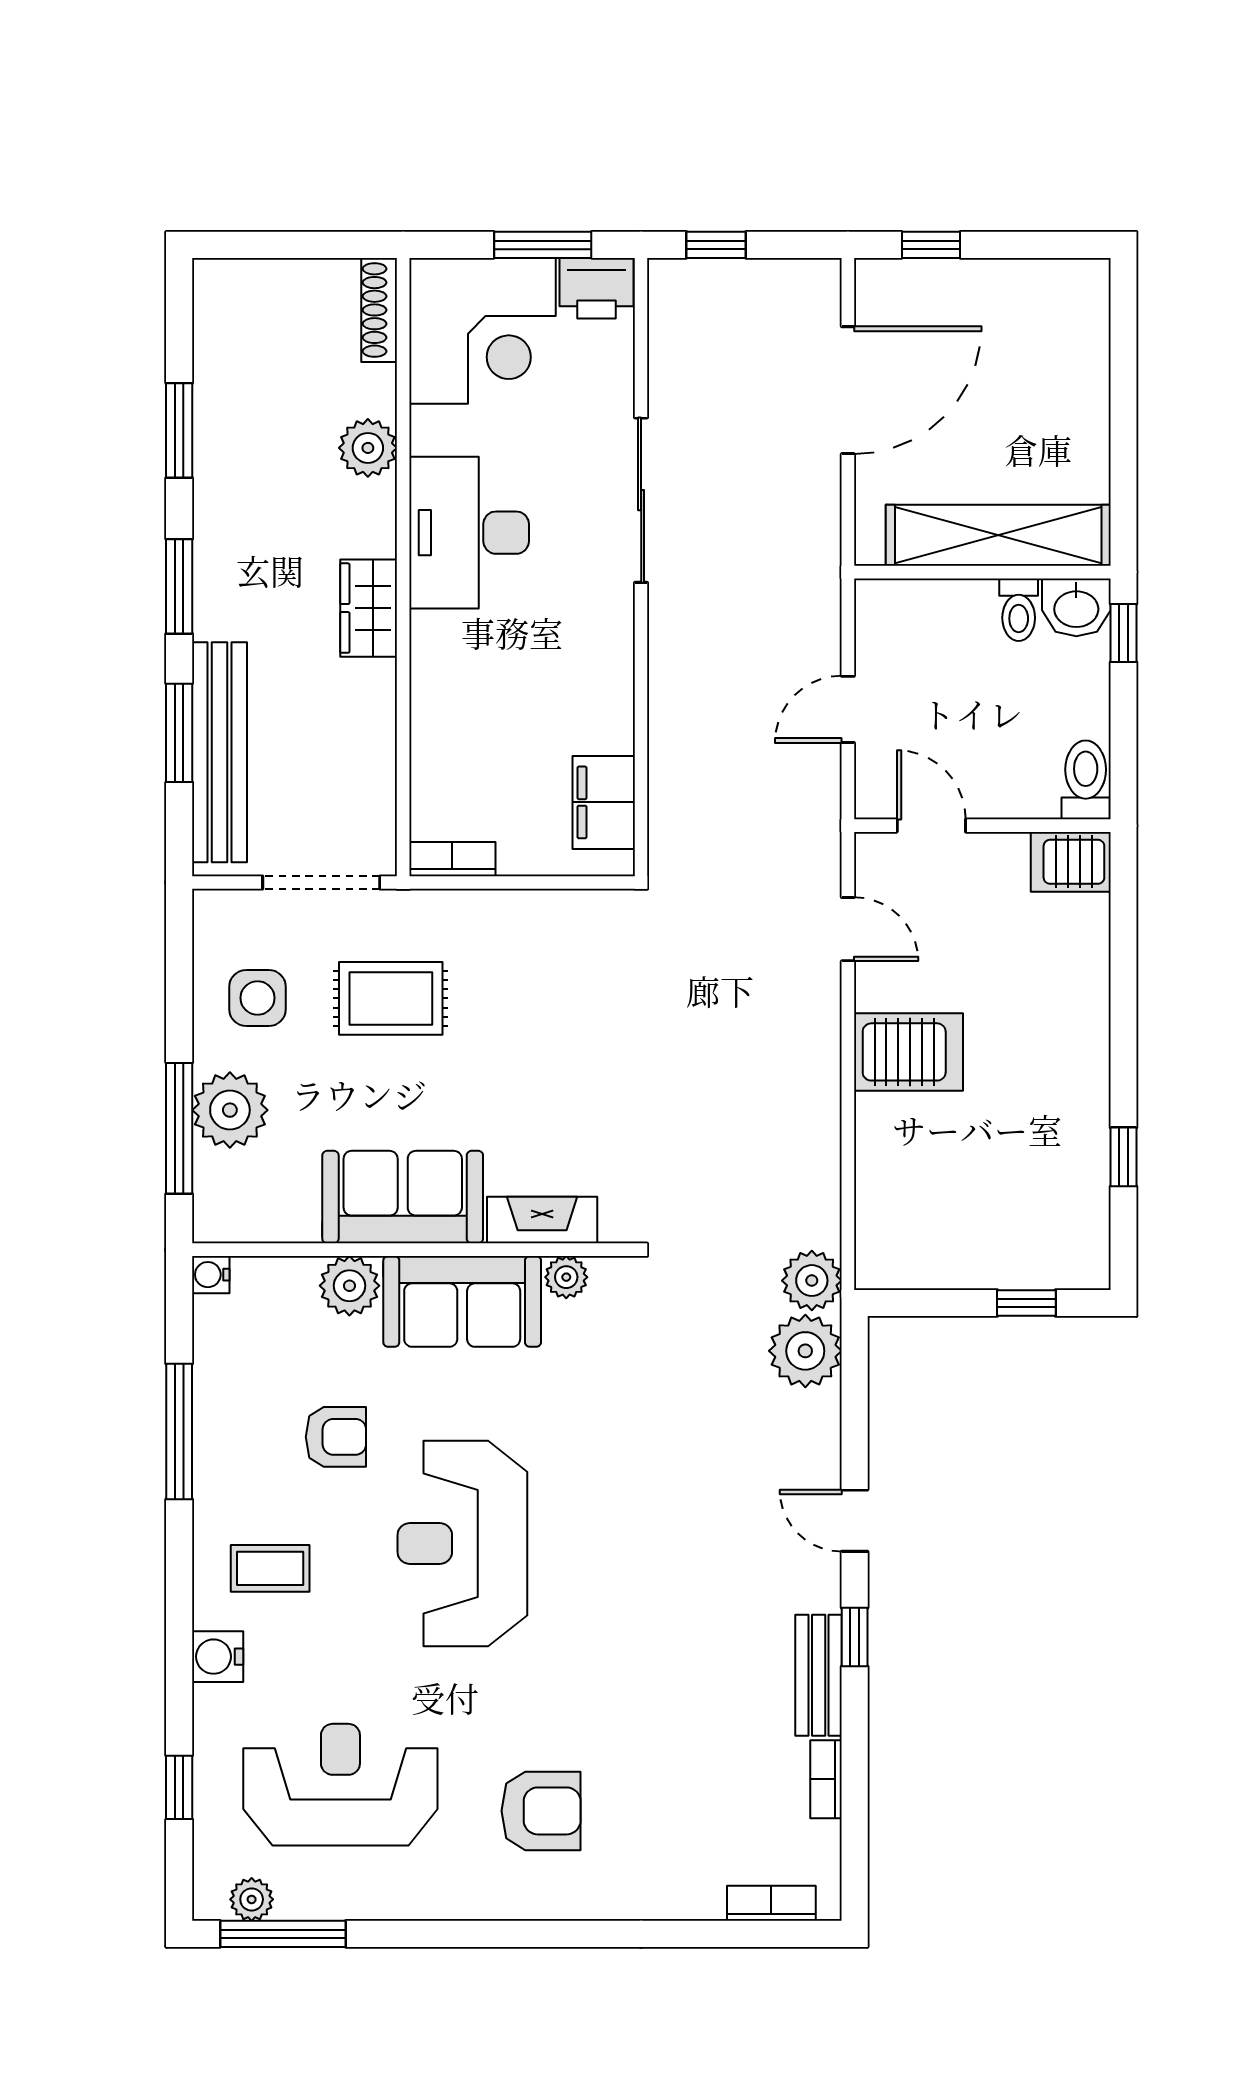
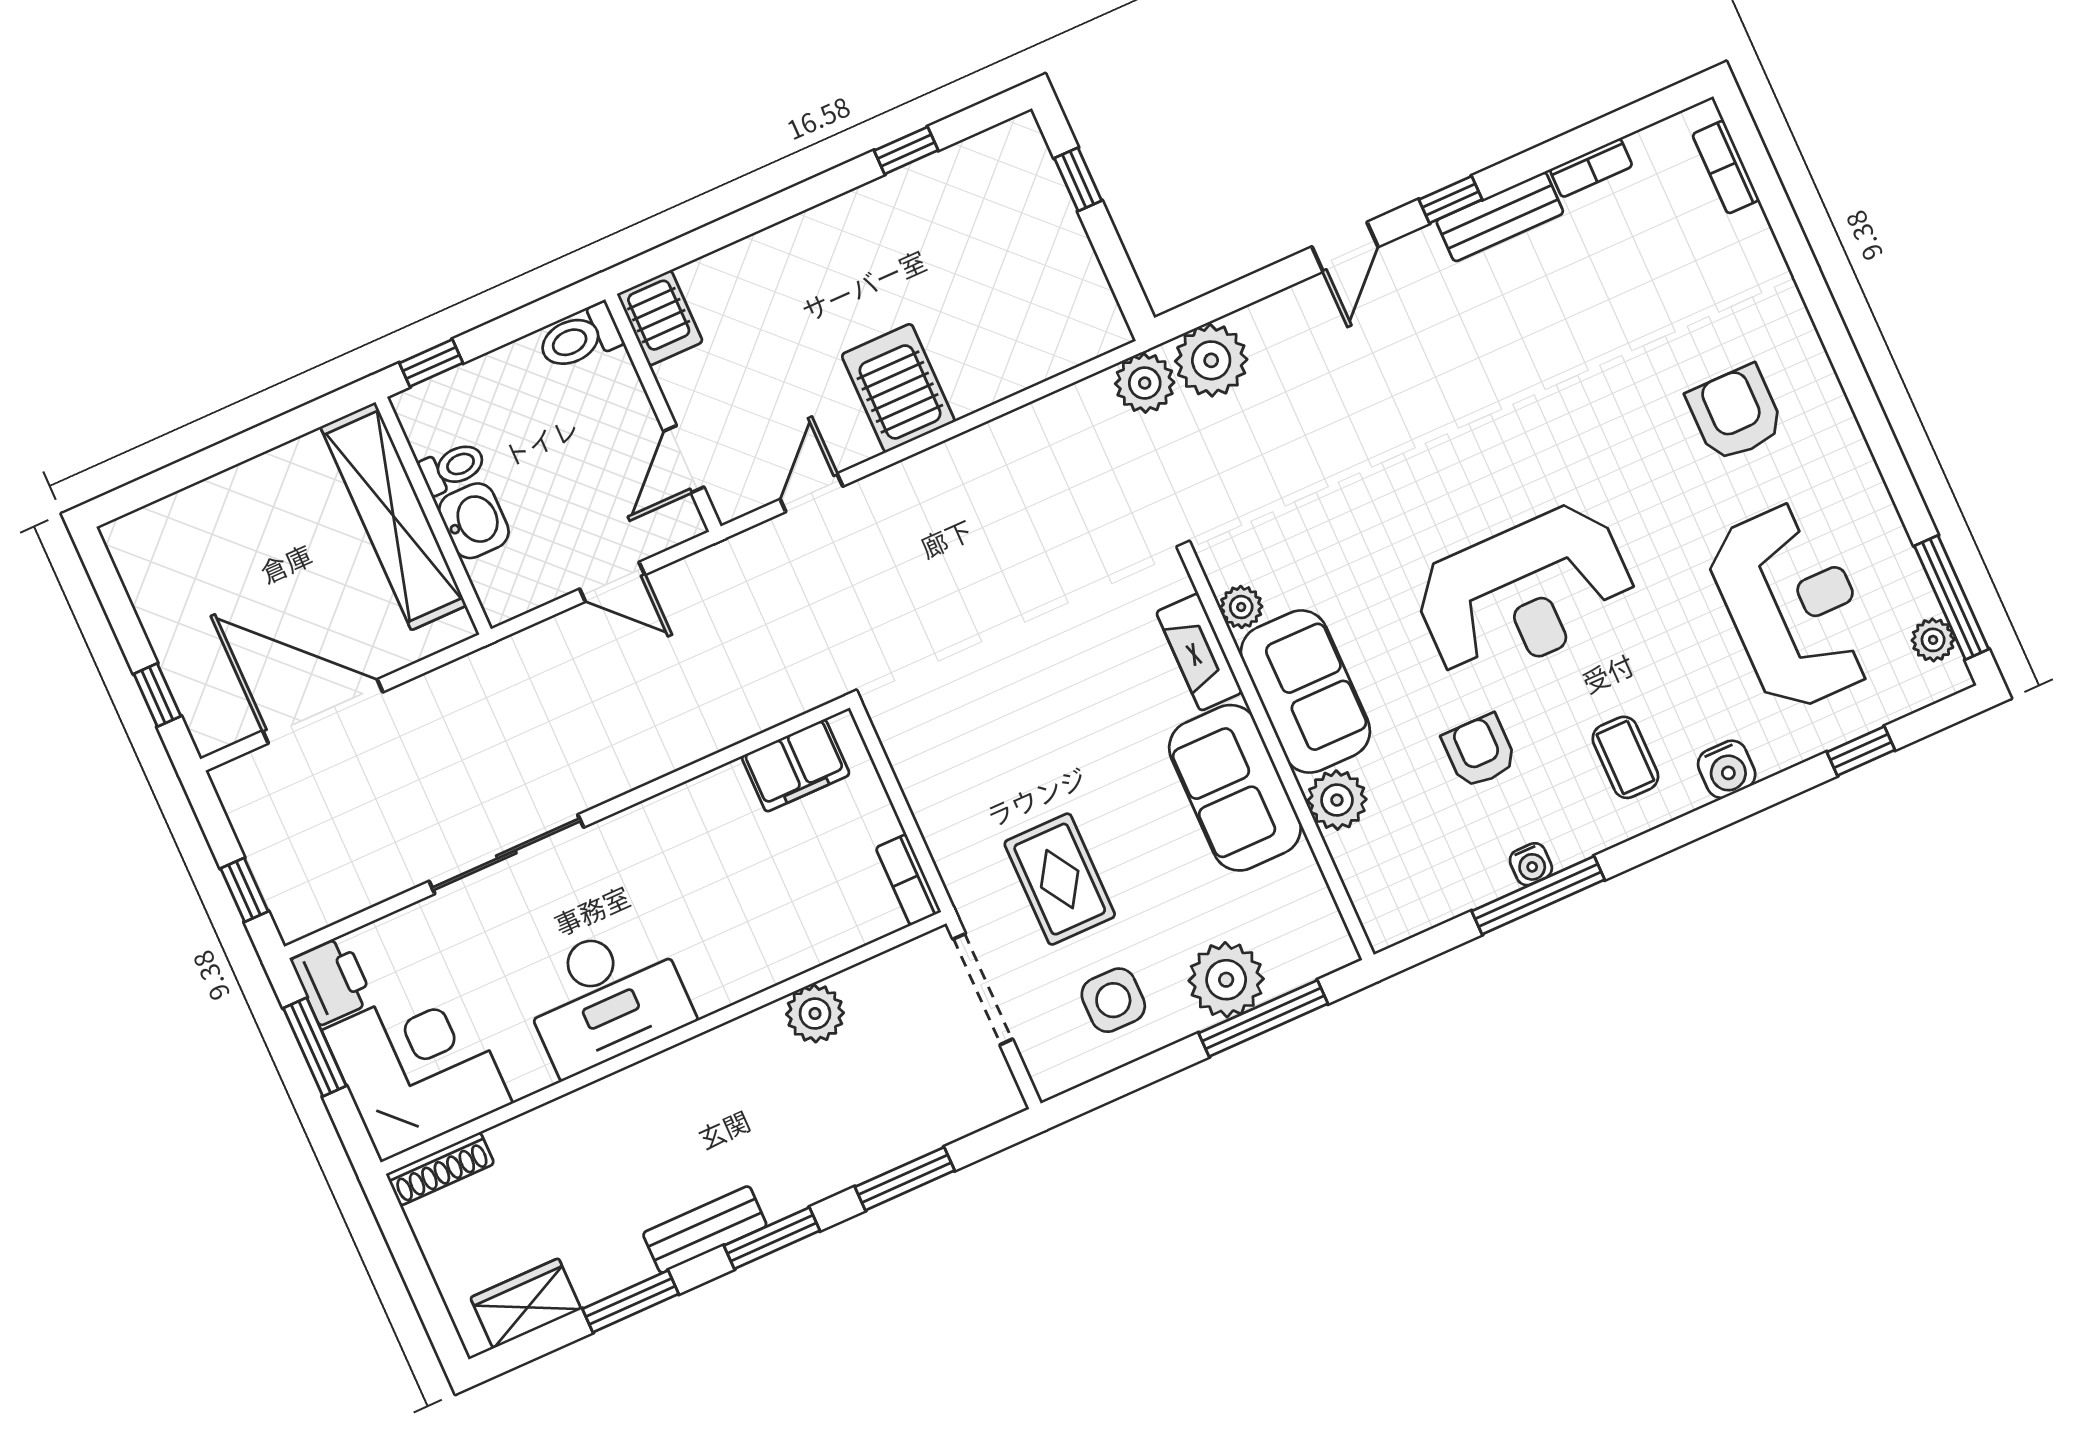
plant: (368, 448) -> (815, 1014), moved
washbasin: (1076, 607) -> (474, 521), moved
wardrobe: (369, 608) -> (526, 1303), moved, turned 180
bench: (219, 752) -> (705, 1230), moved, width x0.54, depth x0.82
water cooler: (211, 1275) -> (1531, 864), moved
reception desk: (340, 1785) -> (1793, 606), turned 180

